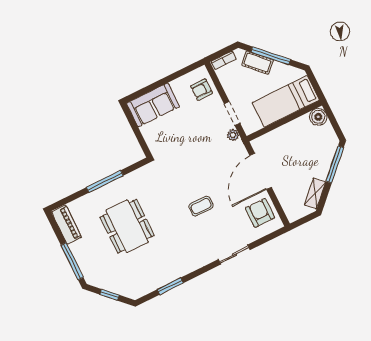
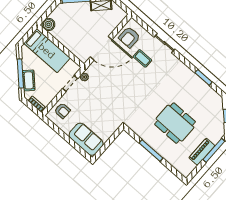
coffee table: (201, 206) -> (142, 58), moved
piano: (66, 225) -> (202, 152), moved
dining table: (127, 226) -> (175, 123), turned 90

